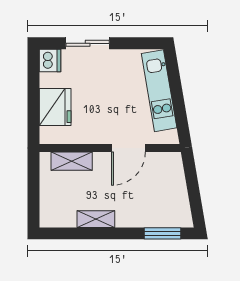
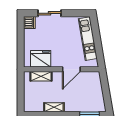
fridge: (55, 107) -> (41, 59), moved, turned -90

